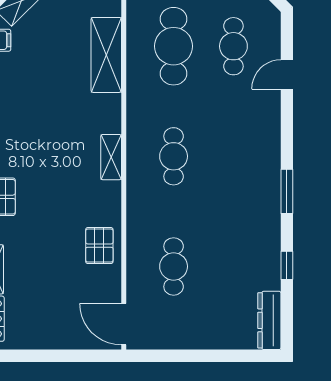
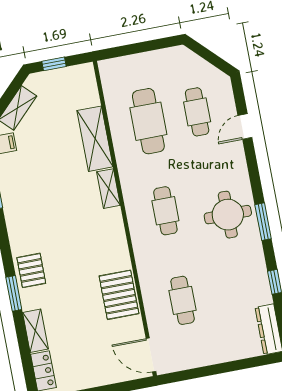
shelving: (111, 157) -> (109, 189), moved
round table: (247, 175) -> (228, 215), added
pallet: (99, 246) -> (119, 295), width x1.50, depth x1.42

